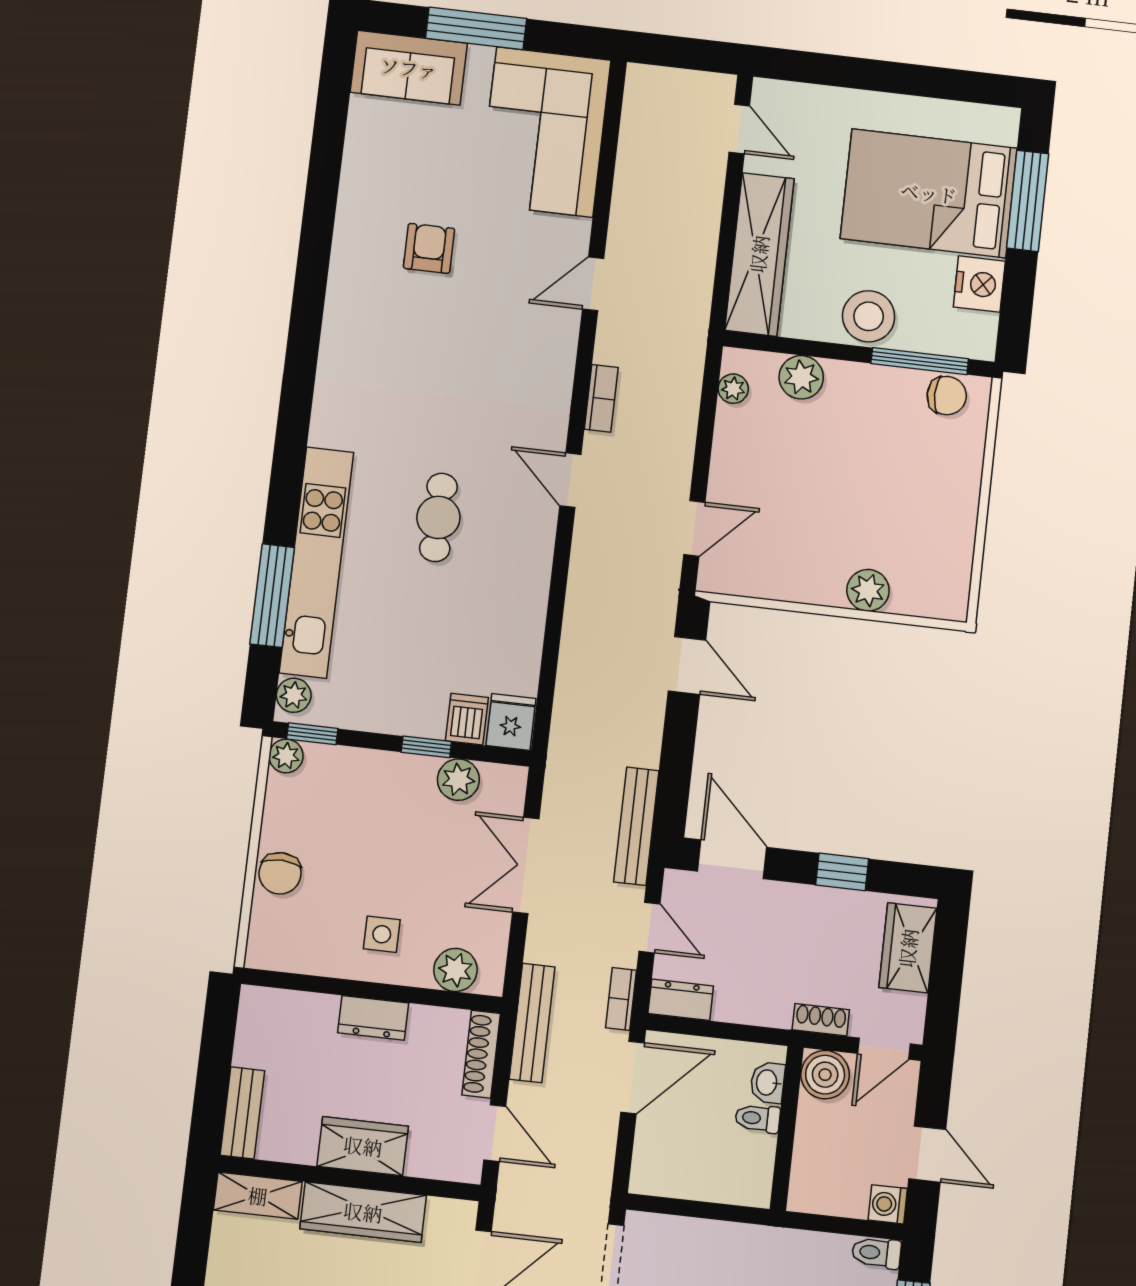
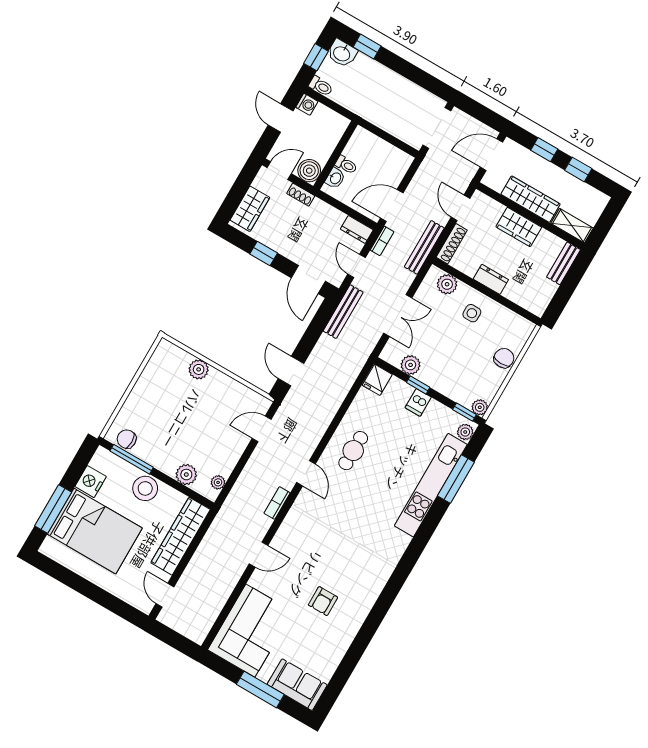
cafe table: (438, 517) -> (353, 451), moved
dishwasher: (467, 719) -> (418, 402), moved

